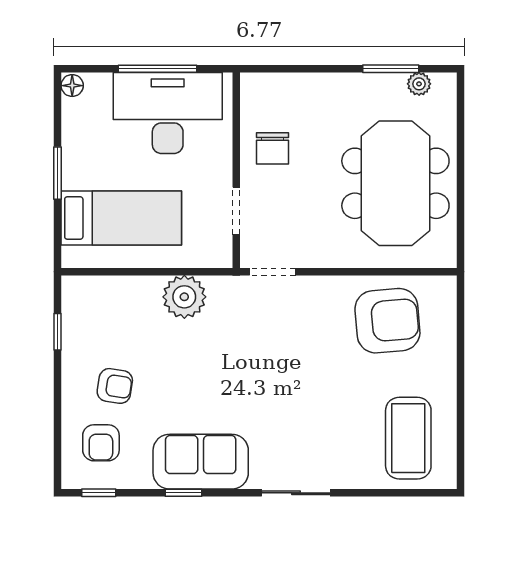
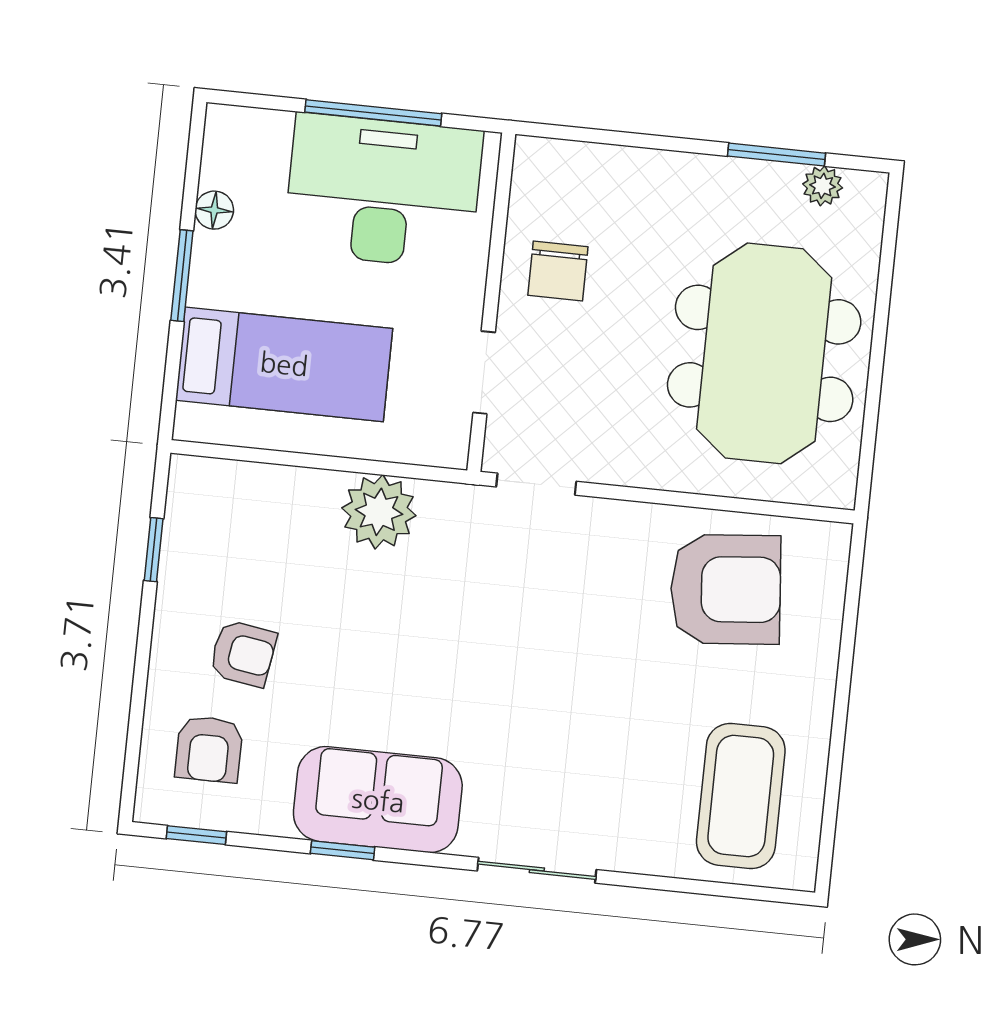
floor lamp: (72, 86) -> (214, 210), moved

